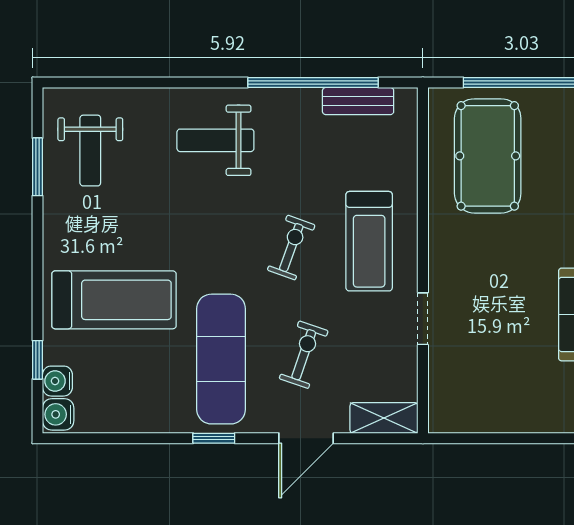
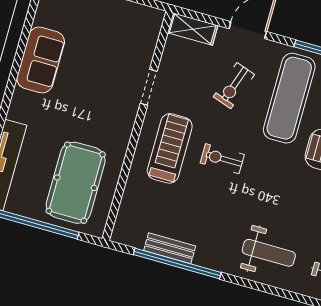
bench: (358, 101) -> (170, 248), moved
weight bench: (215, 140) -> (269, 253), moved
exercise bike: (291, 248) -> (222, 159), turned 70

